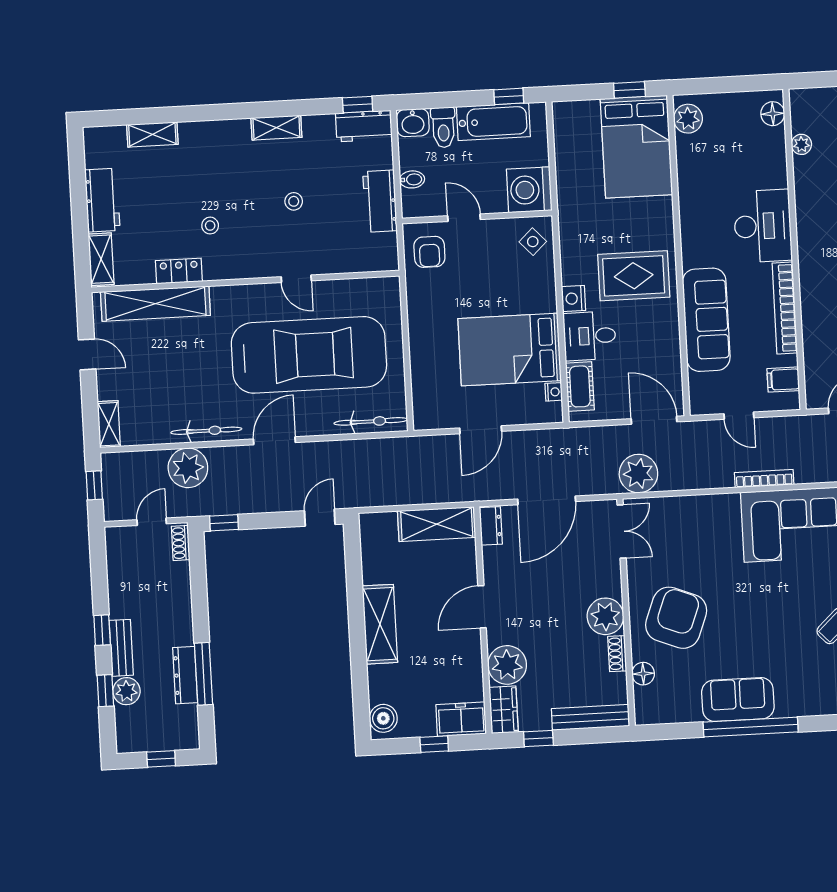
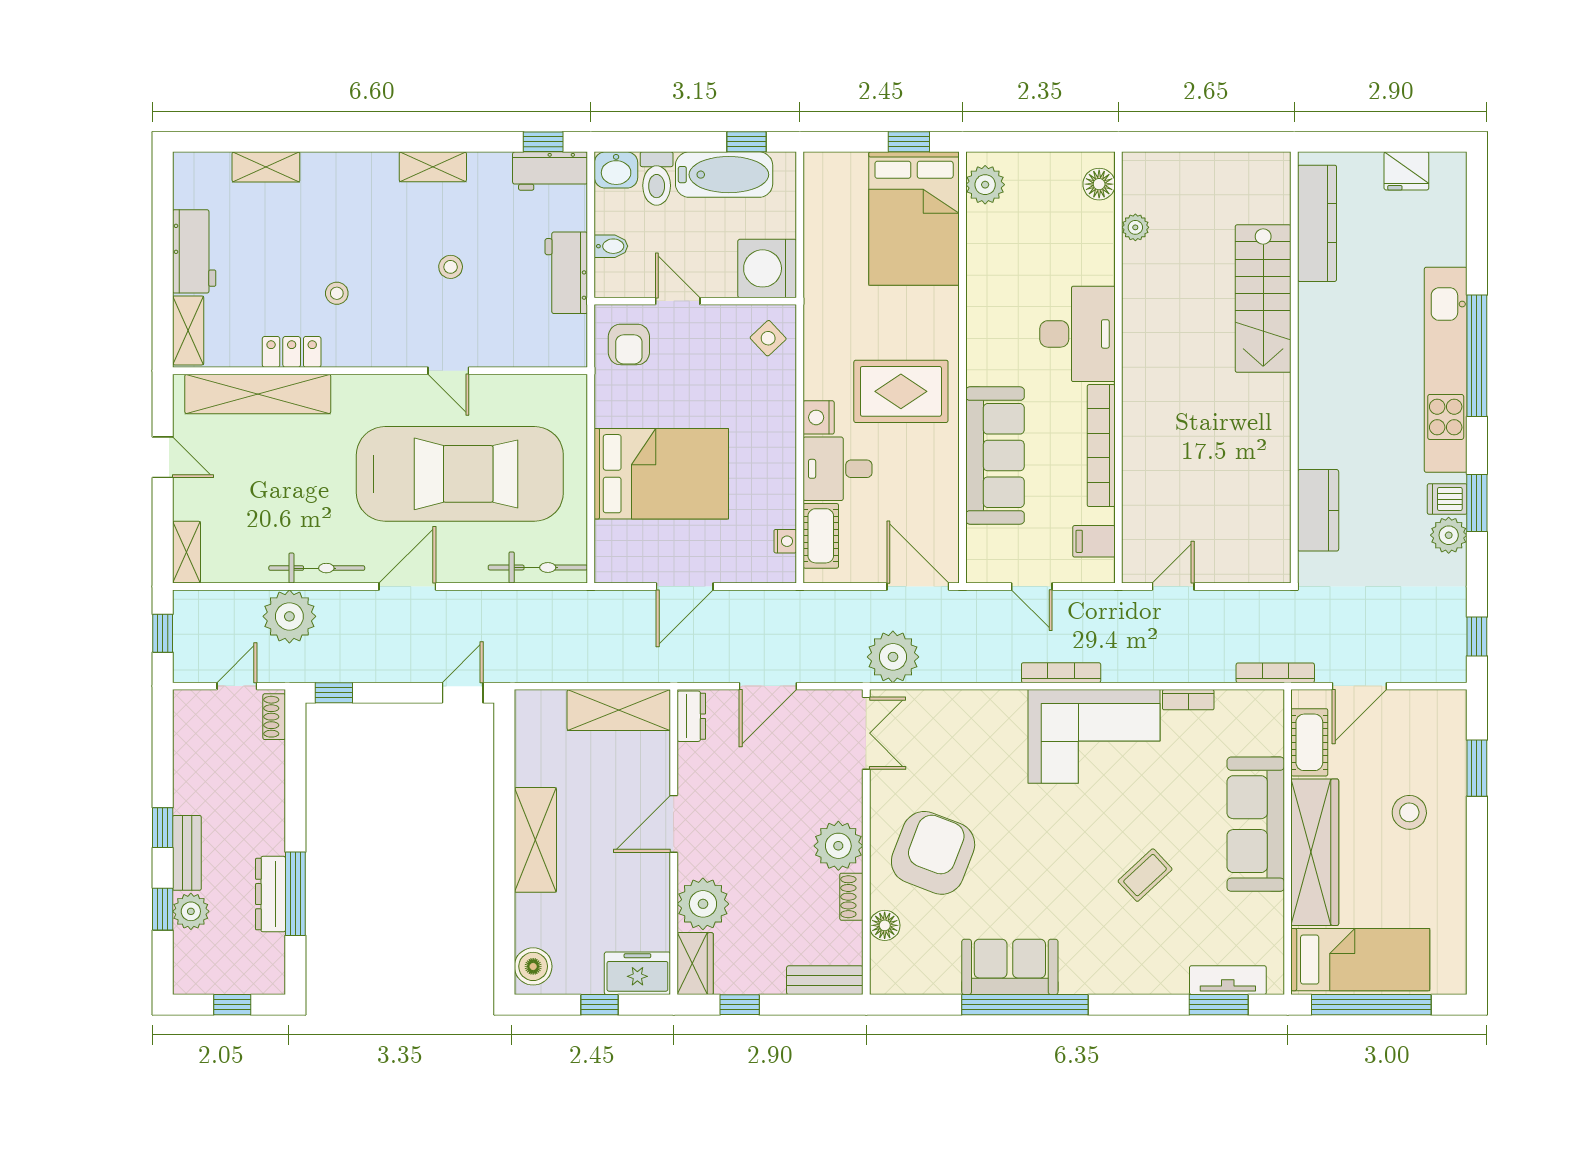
bed: (510, 350) -> (661, 474), moved, turned 180
door: (547, 500) -> (768, 686), width x0.73
bench: (590, 717) -> (825, 980), width x0.73

